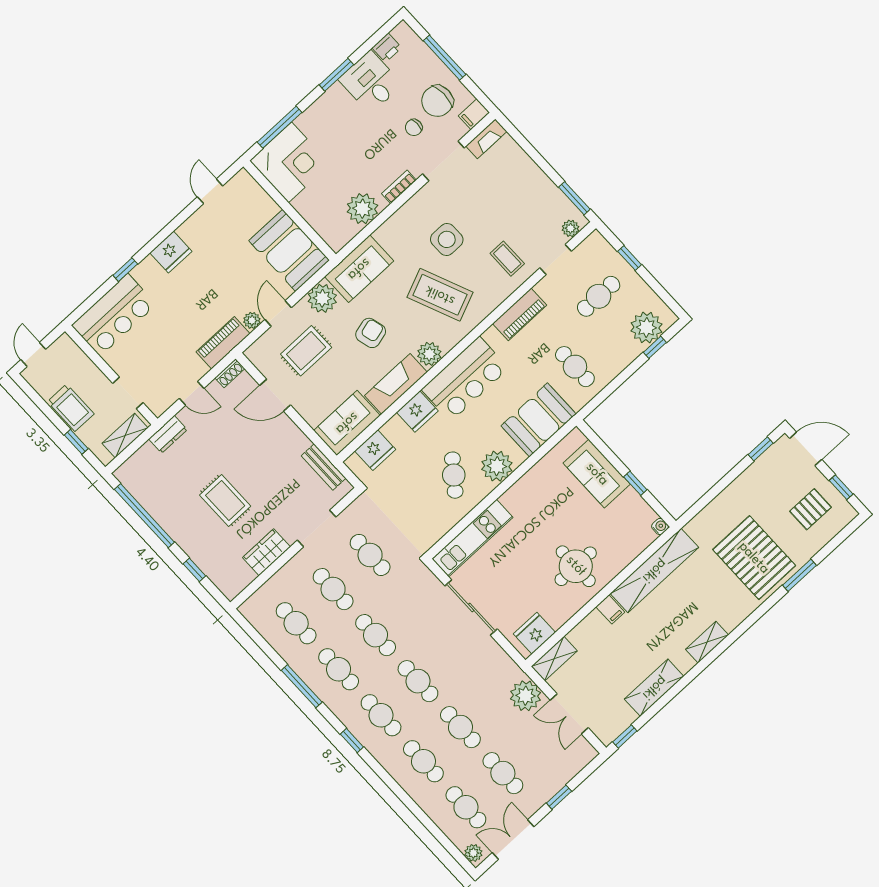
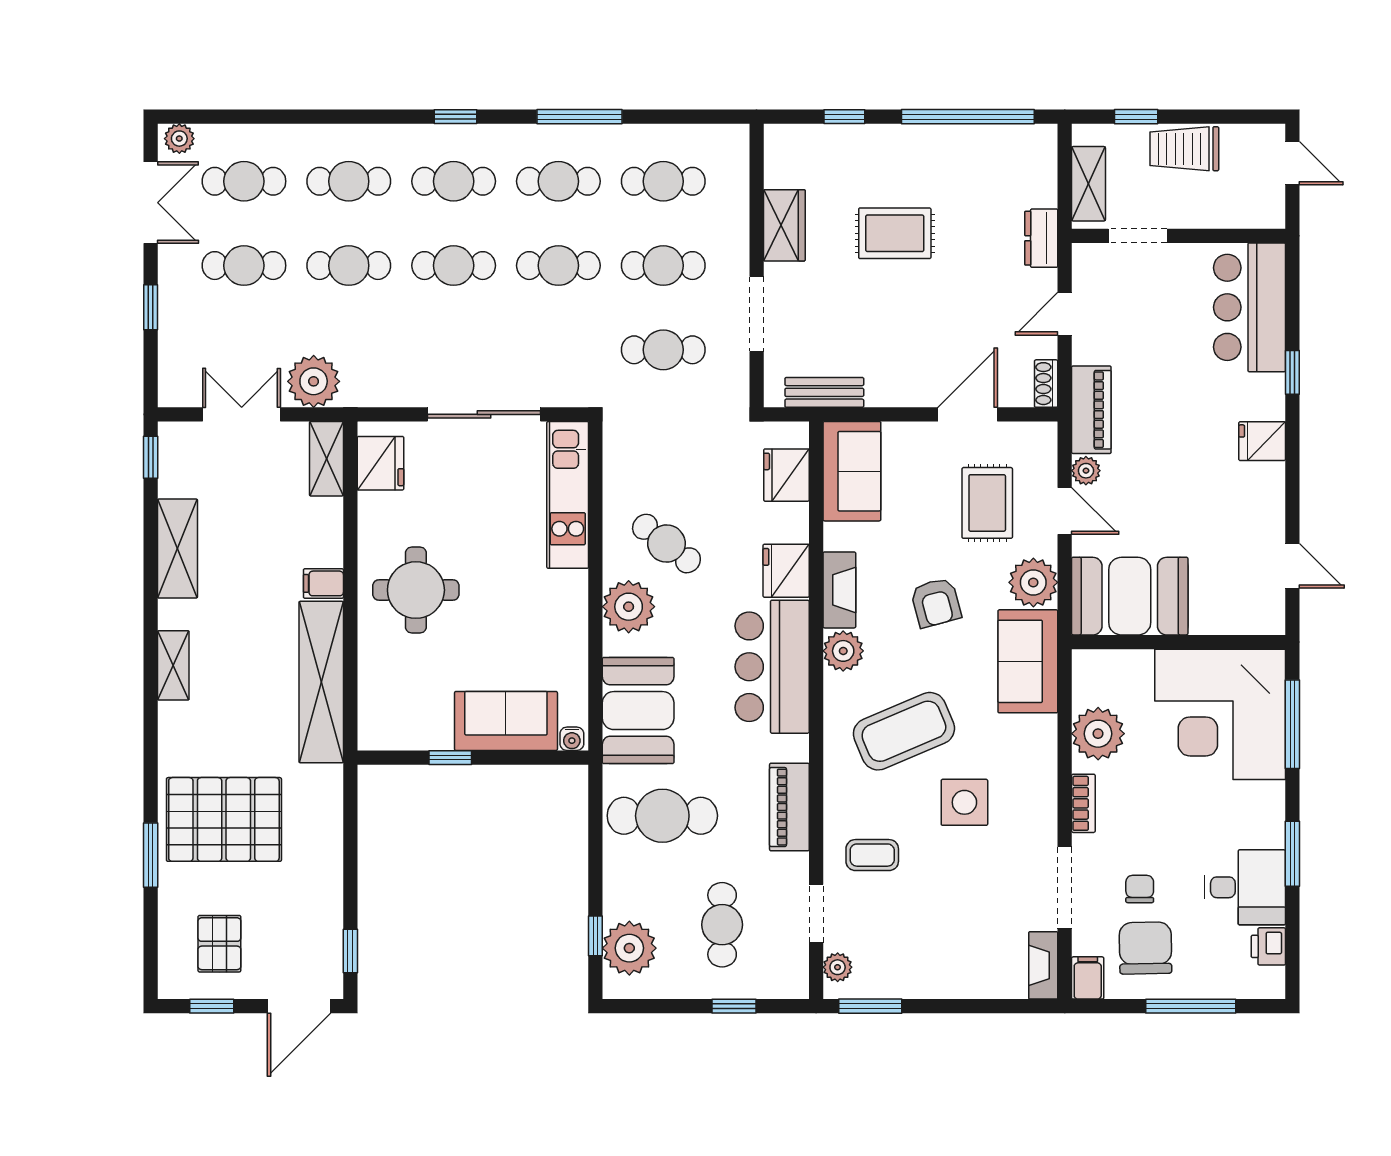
corner desk: (290, 162) -> (1220, 714), width x1.36, depth x1.36
fridge: (171, 252) -> (1262, 441), width x0.72
cafe table: (575, 367) -> (662, 816), width x1.37, depth x1.35
fireplace: (396, 384) -> (839, 590), width x0.73, depth x0.76
water cooler: (660, 527) -> (572, 739), moved

